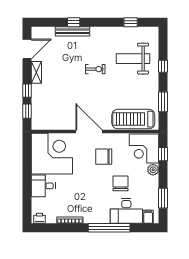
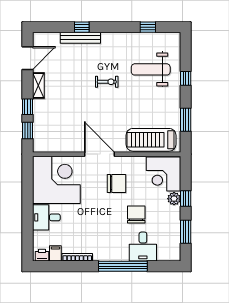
window: (163, 154) -> (186, 199), moved
chair: (104, 157) -> (117, 183), turned 180
desk: (126, 211) -> (143, 247), width x0.73
filing cabinet: (148, 217) -> (55, 253), moved

